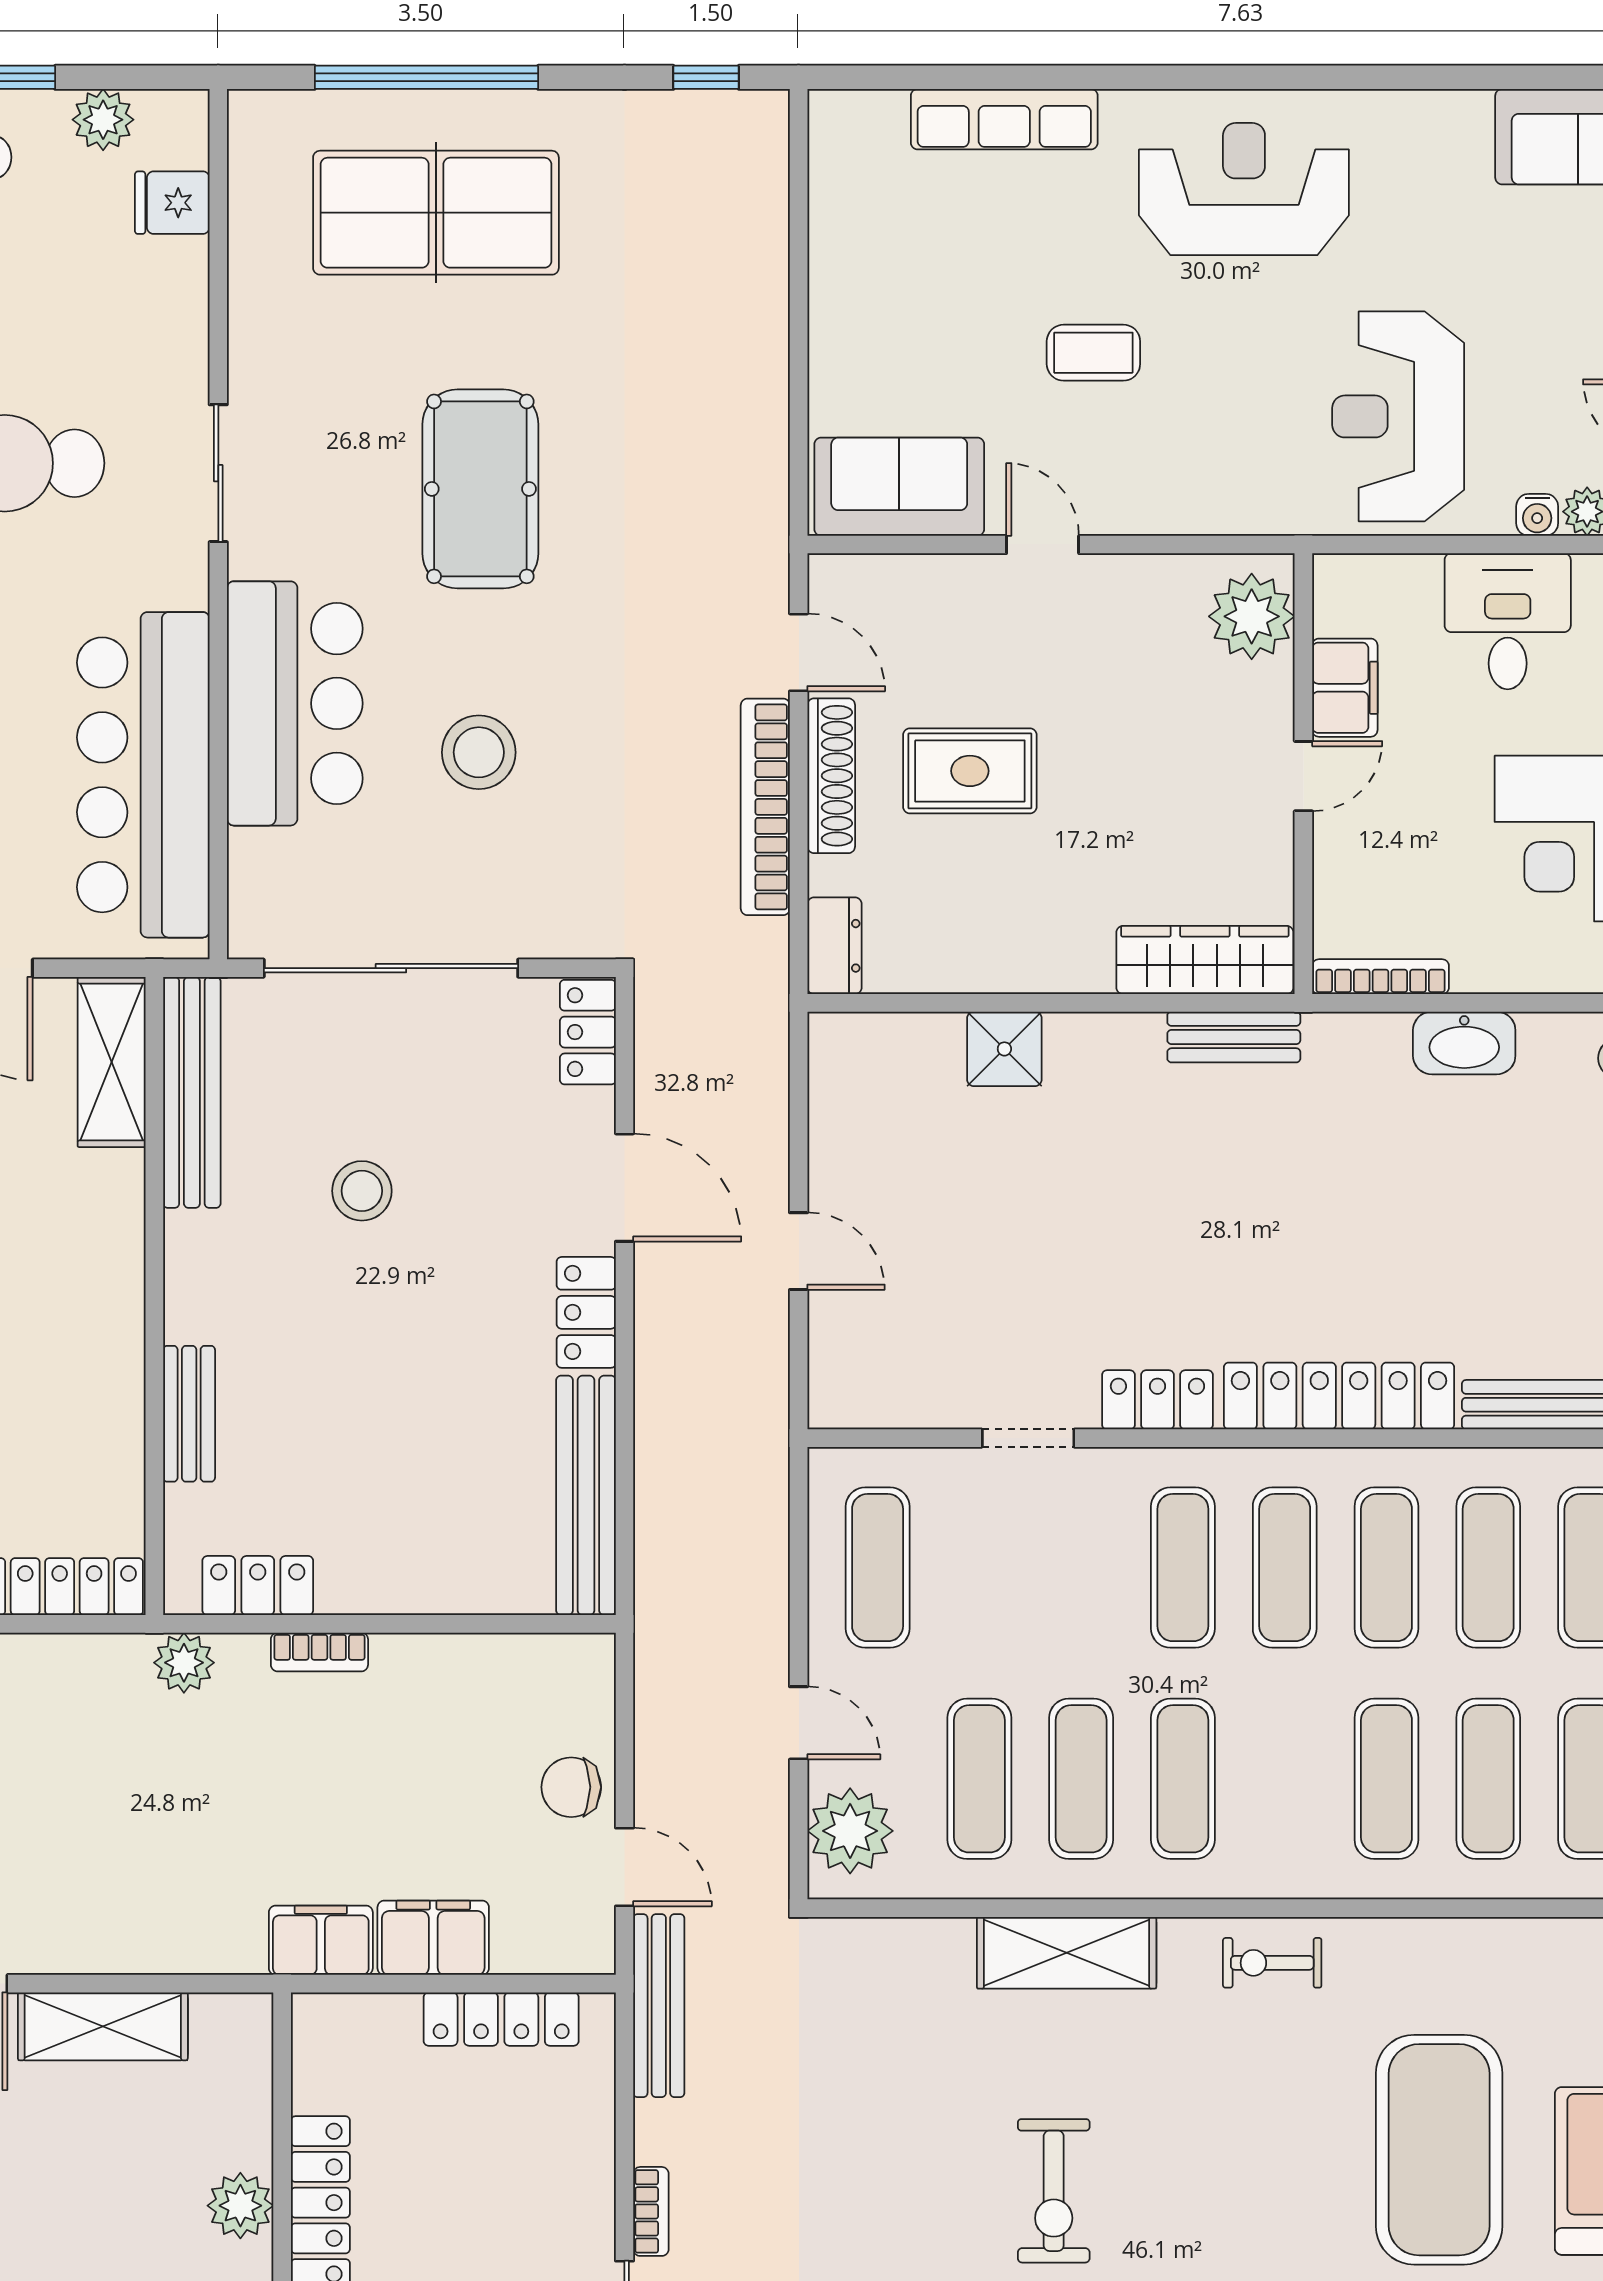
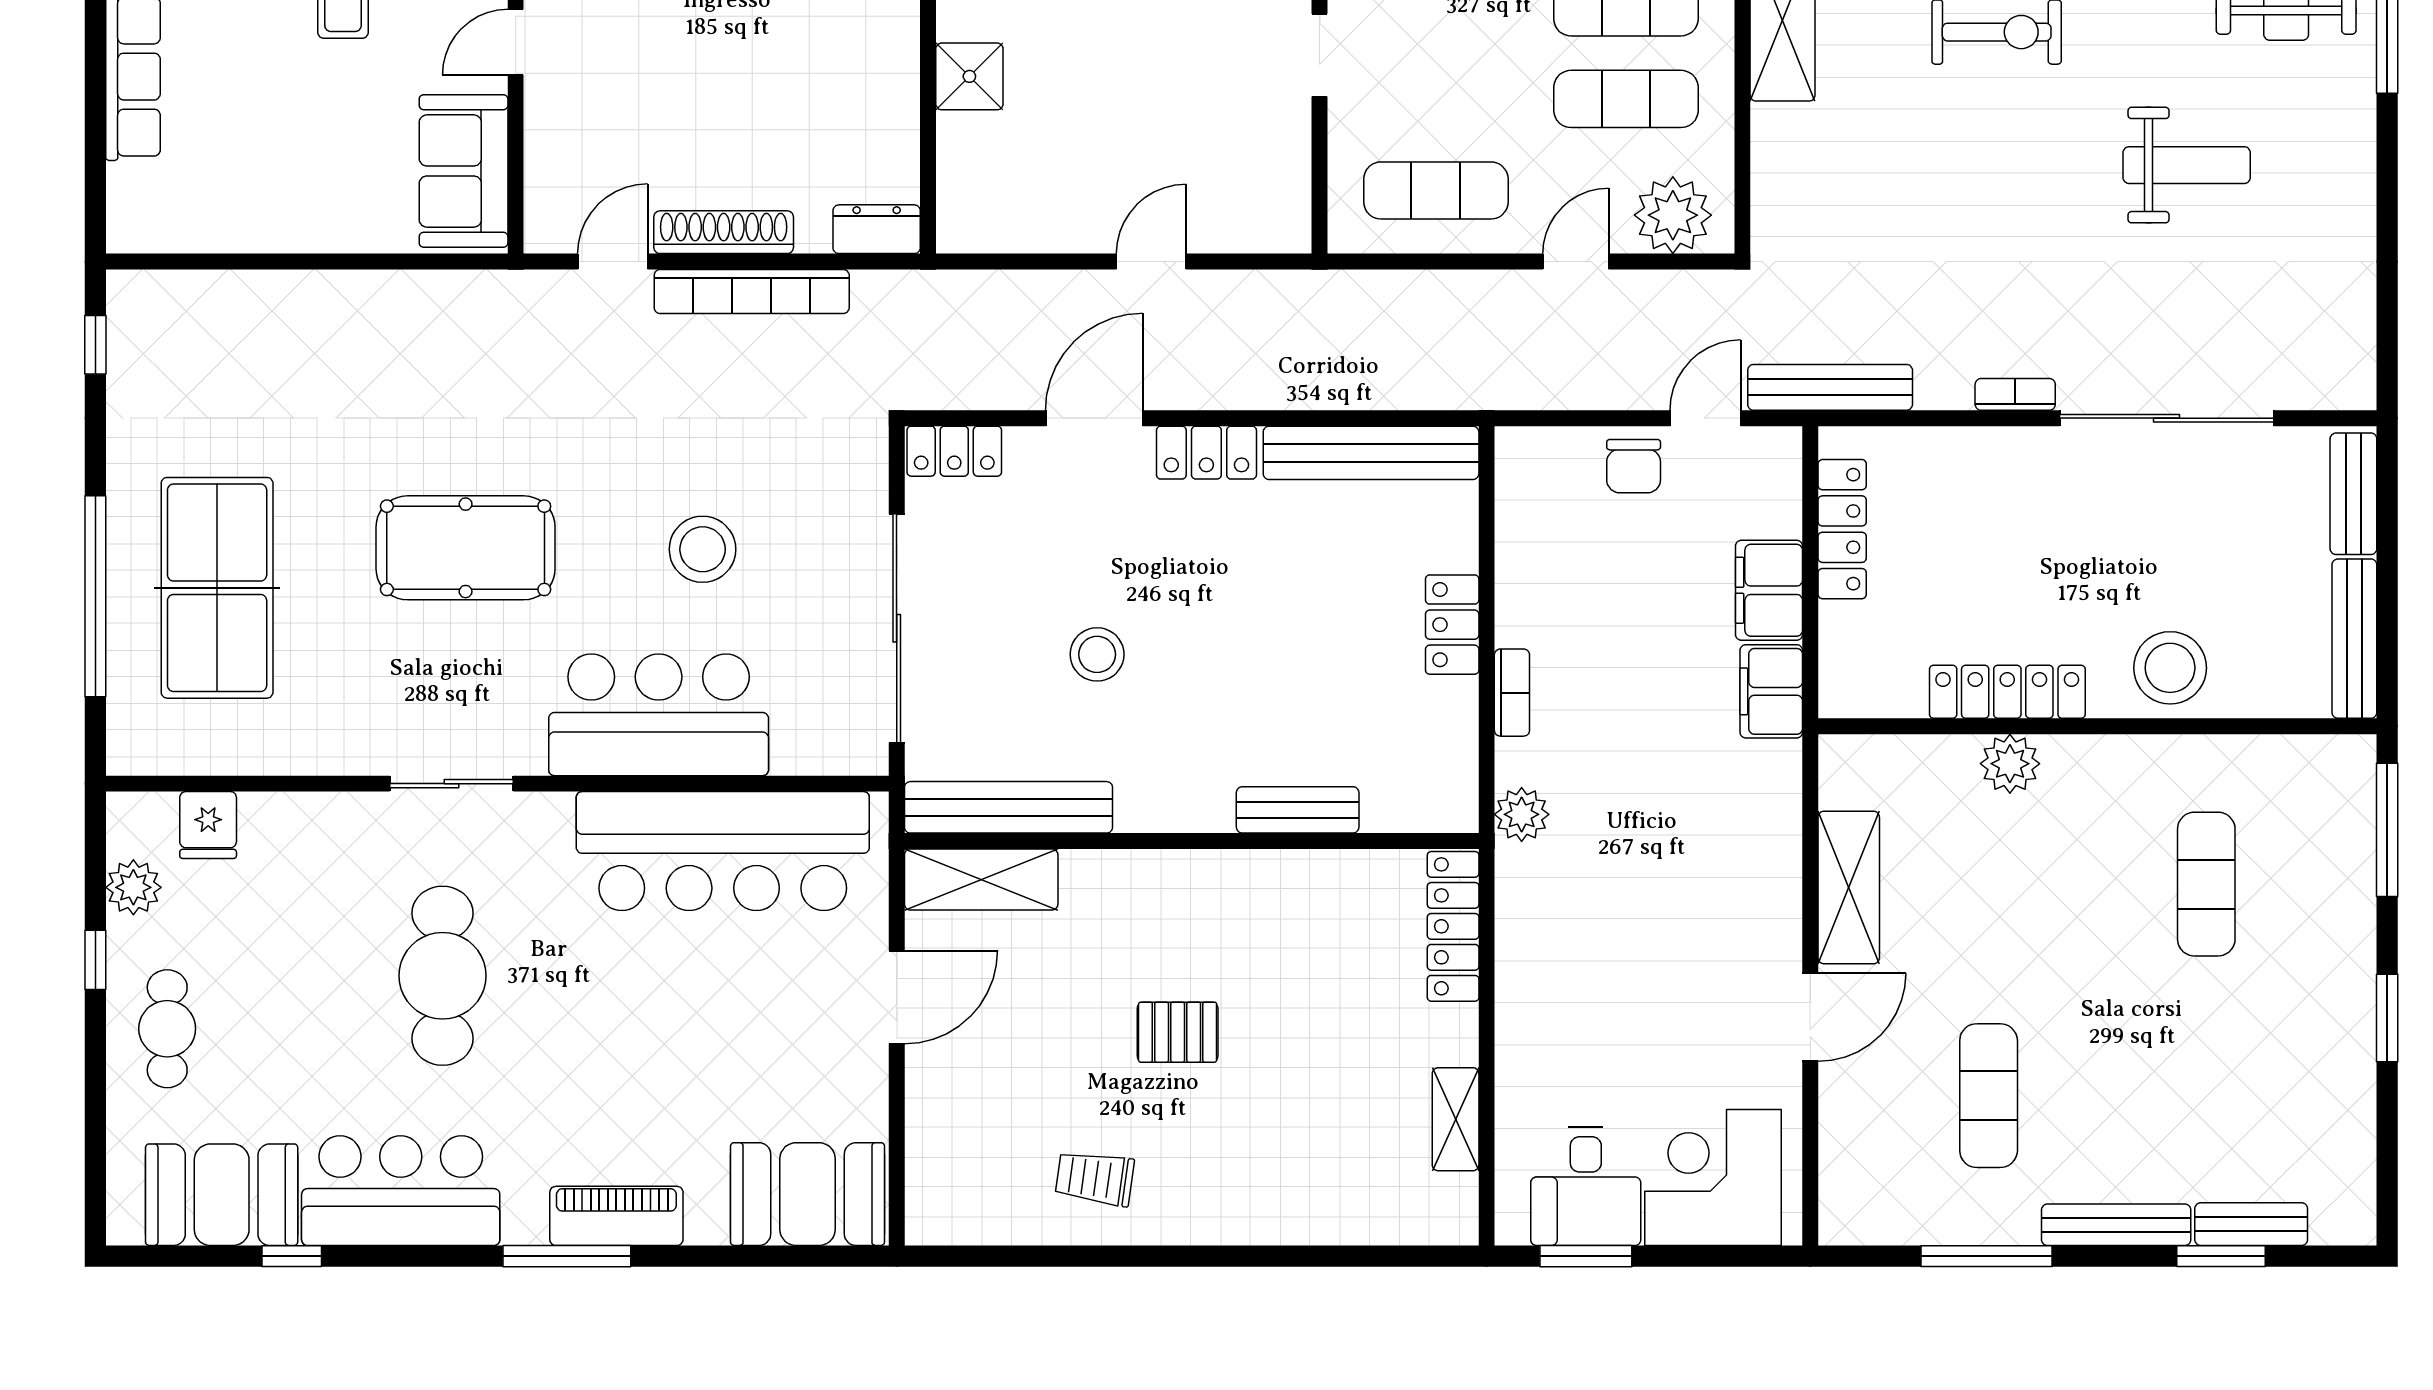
rug: (970, 771) -> (719, 107), removed
locker: (258, 1586) -> (1452, 625), moved

